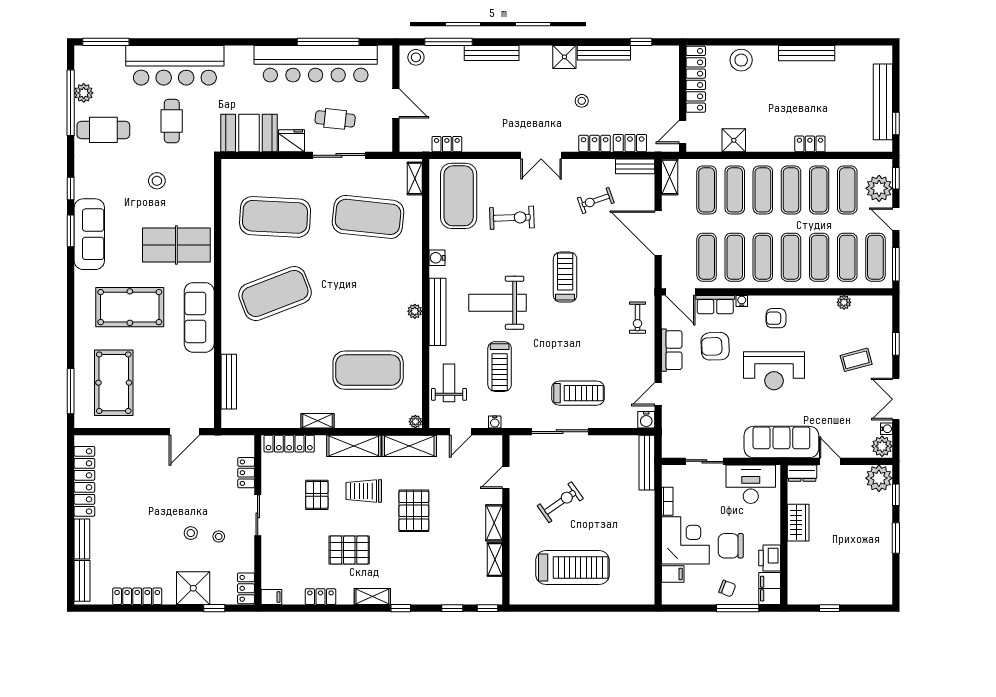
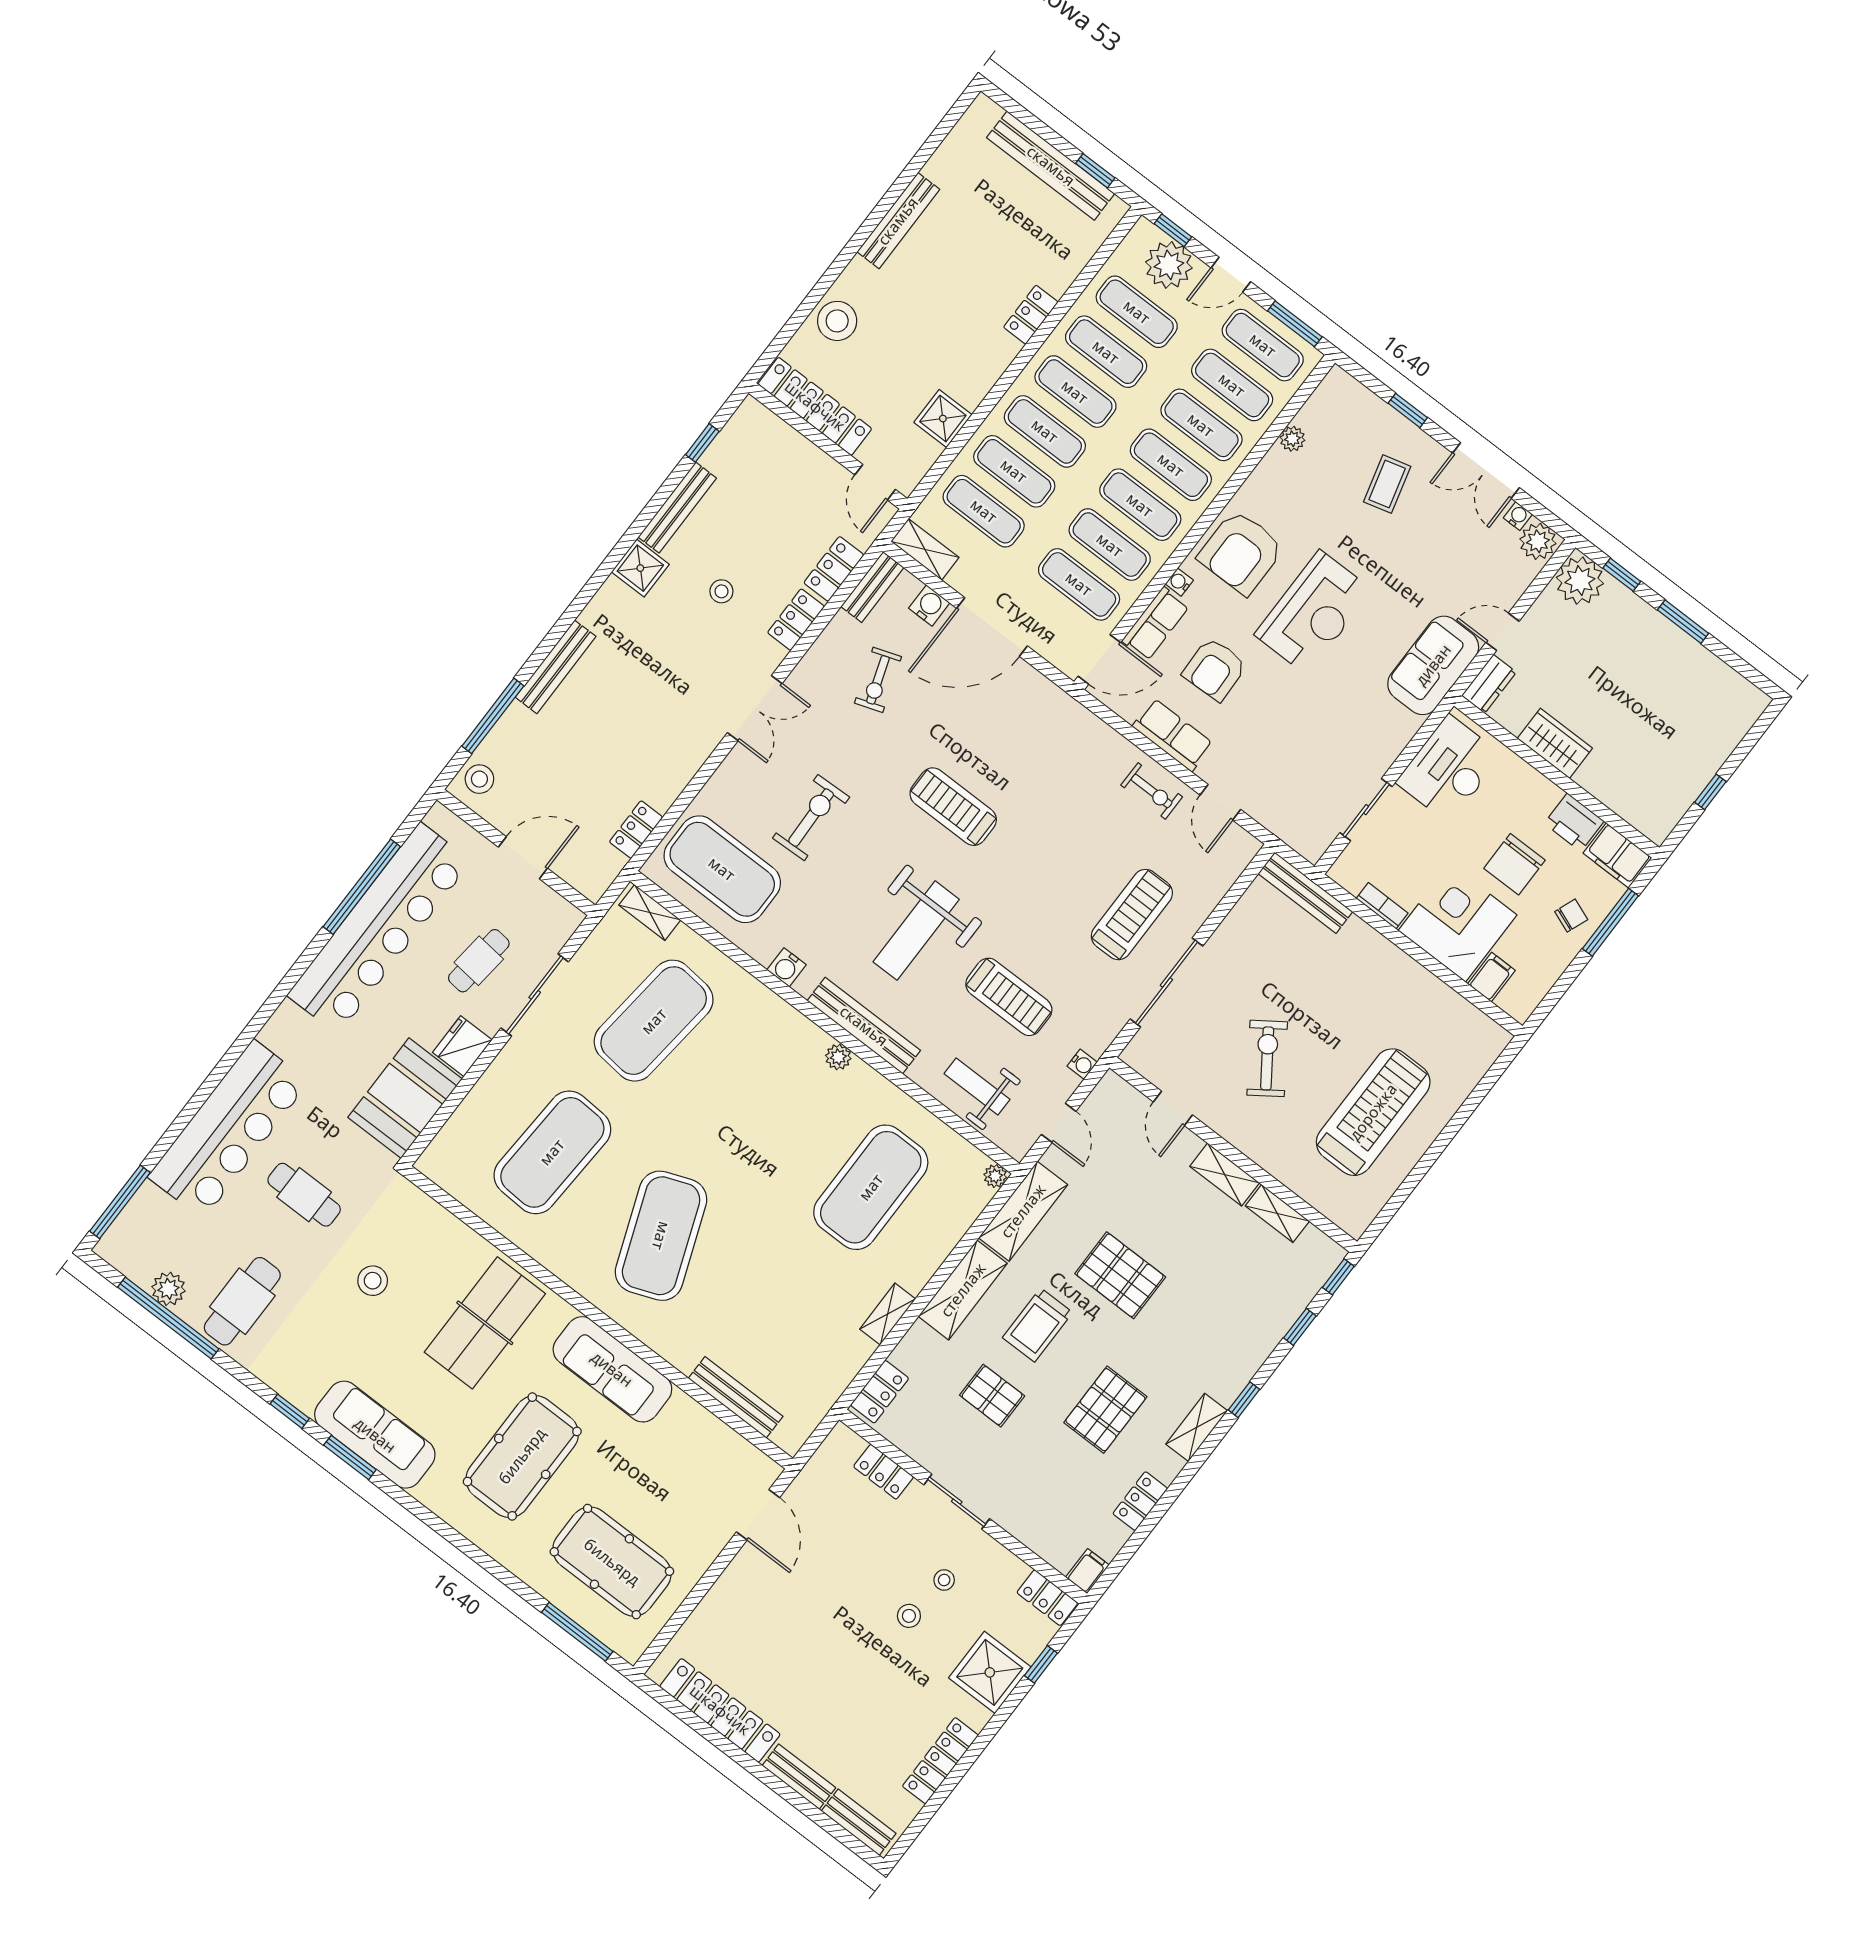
exercise bike: (637, 318) -> (1152, 791), moved
armchair: (776, 318) -> (1241, 552), width x1.88, depth x1.88
water cooler: (646, 420) -> (929, 605), moved, turned -90
sofa: (781, 442) -> (1433, 665), width x0.73
locker: (289, 444) -> (880, 1392), width x0.66

